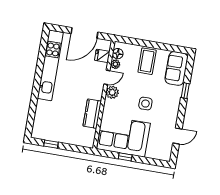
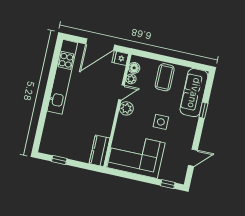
fridge: (102, 56) -> (120, 58), moved
sofa: (176, 68) -> (194, 93), width x1.36
kitchen counter: (92, 114) -> (100, 151), moved
window: (125, 157) -> (168, 184), moved

